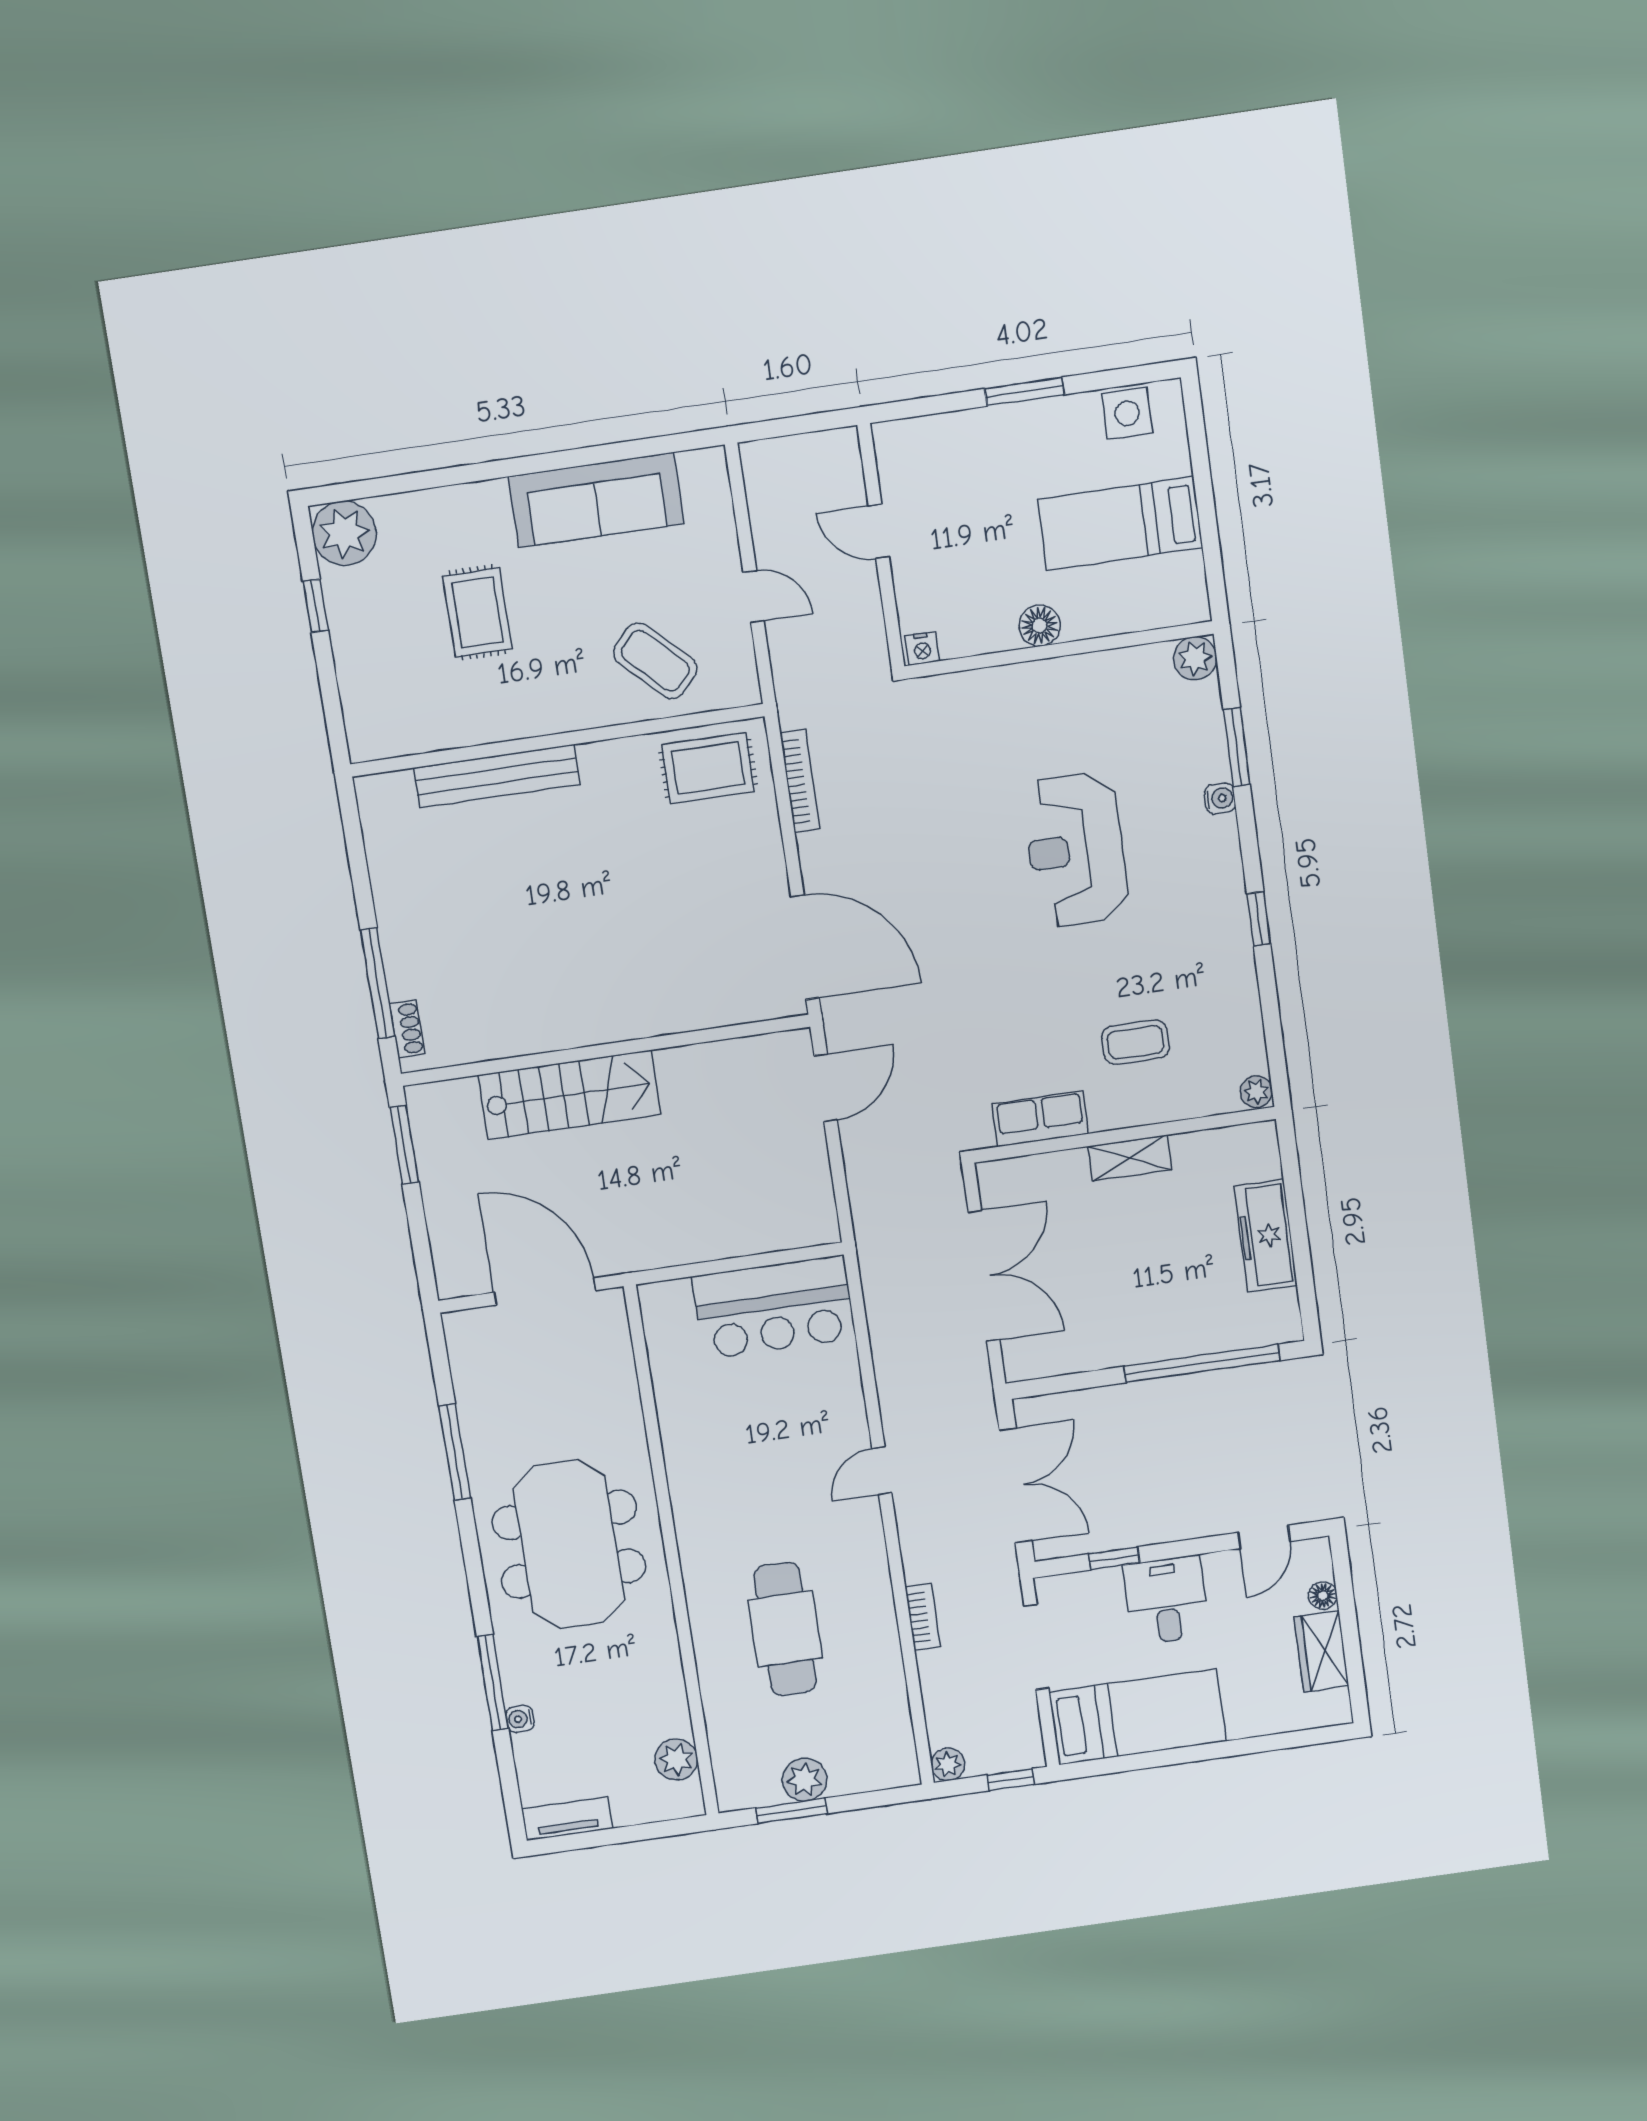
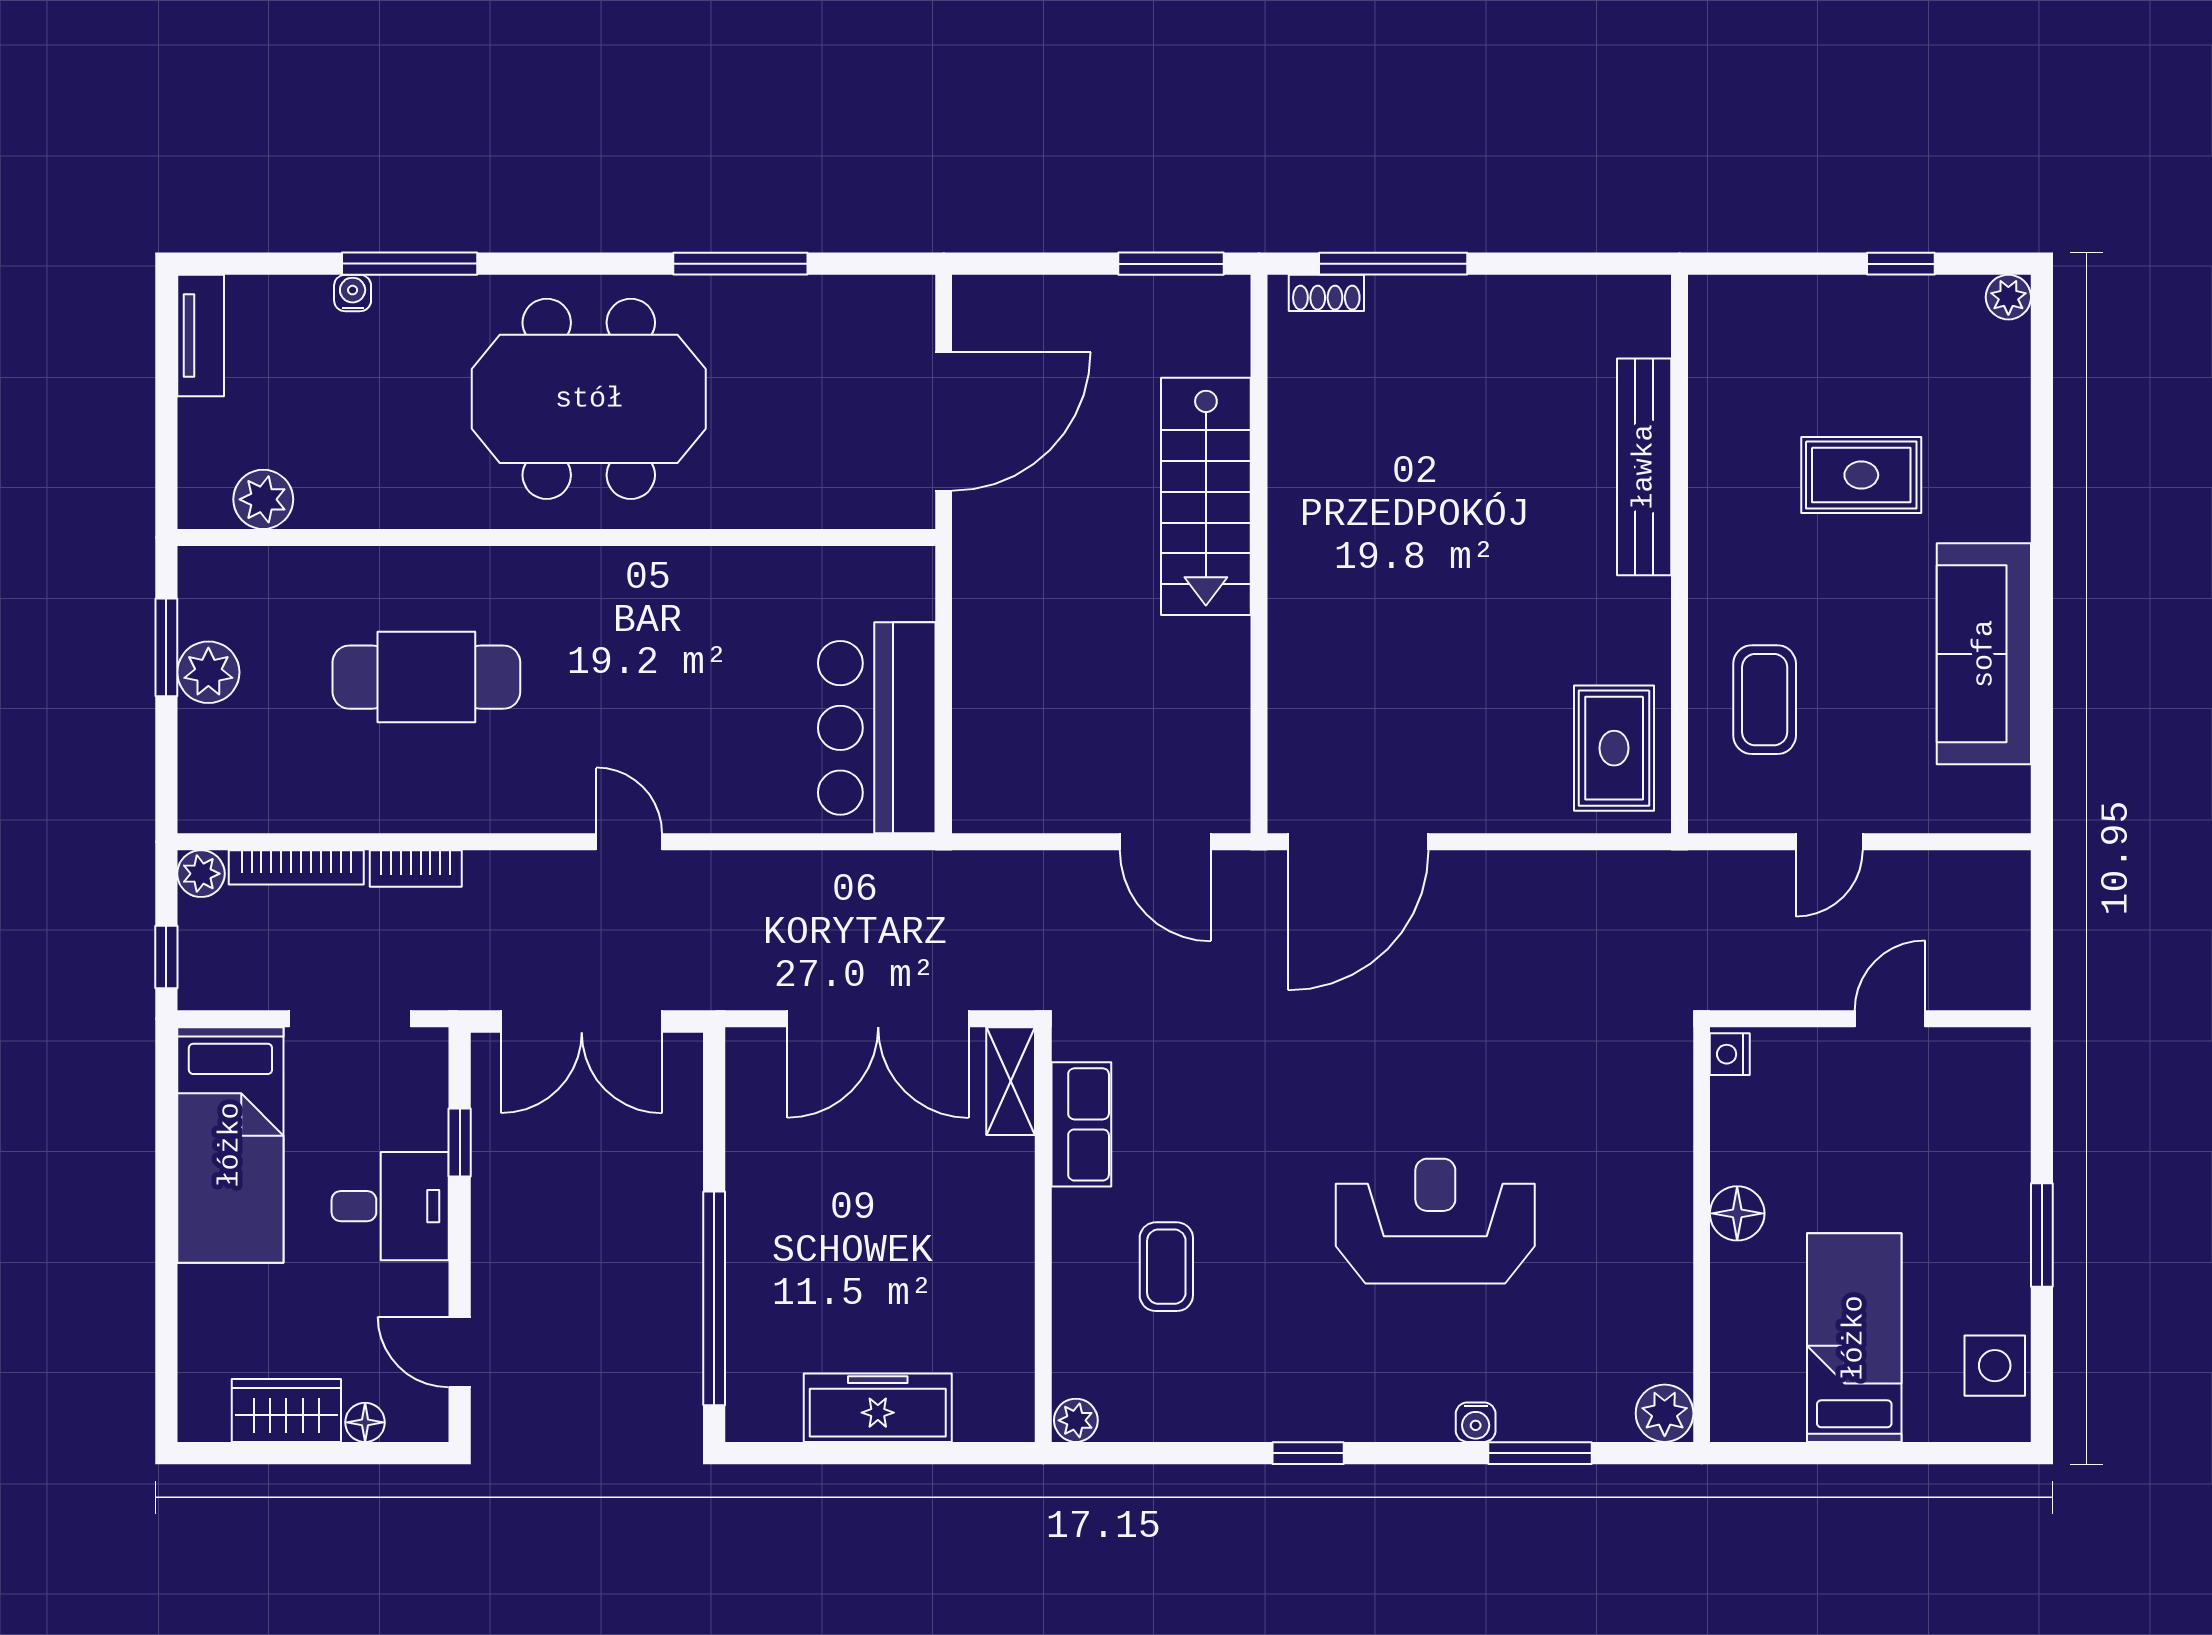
plant: (344, 533) -> (2008, 297), width x0.53, depth x0.53
coffee table: (655, 661) -> (1765, 700), turned -44
bookcase: (800, 781) -> (296, 867), moved
shelving: (1129, 1158) -> (1011, 1081), moved

